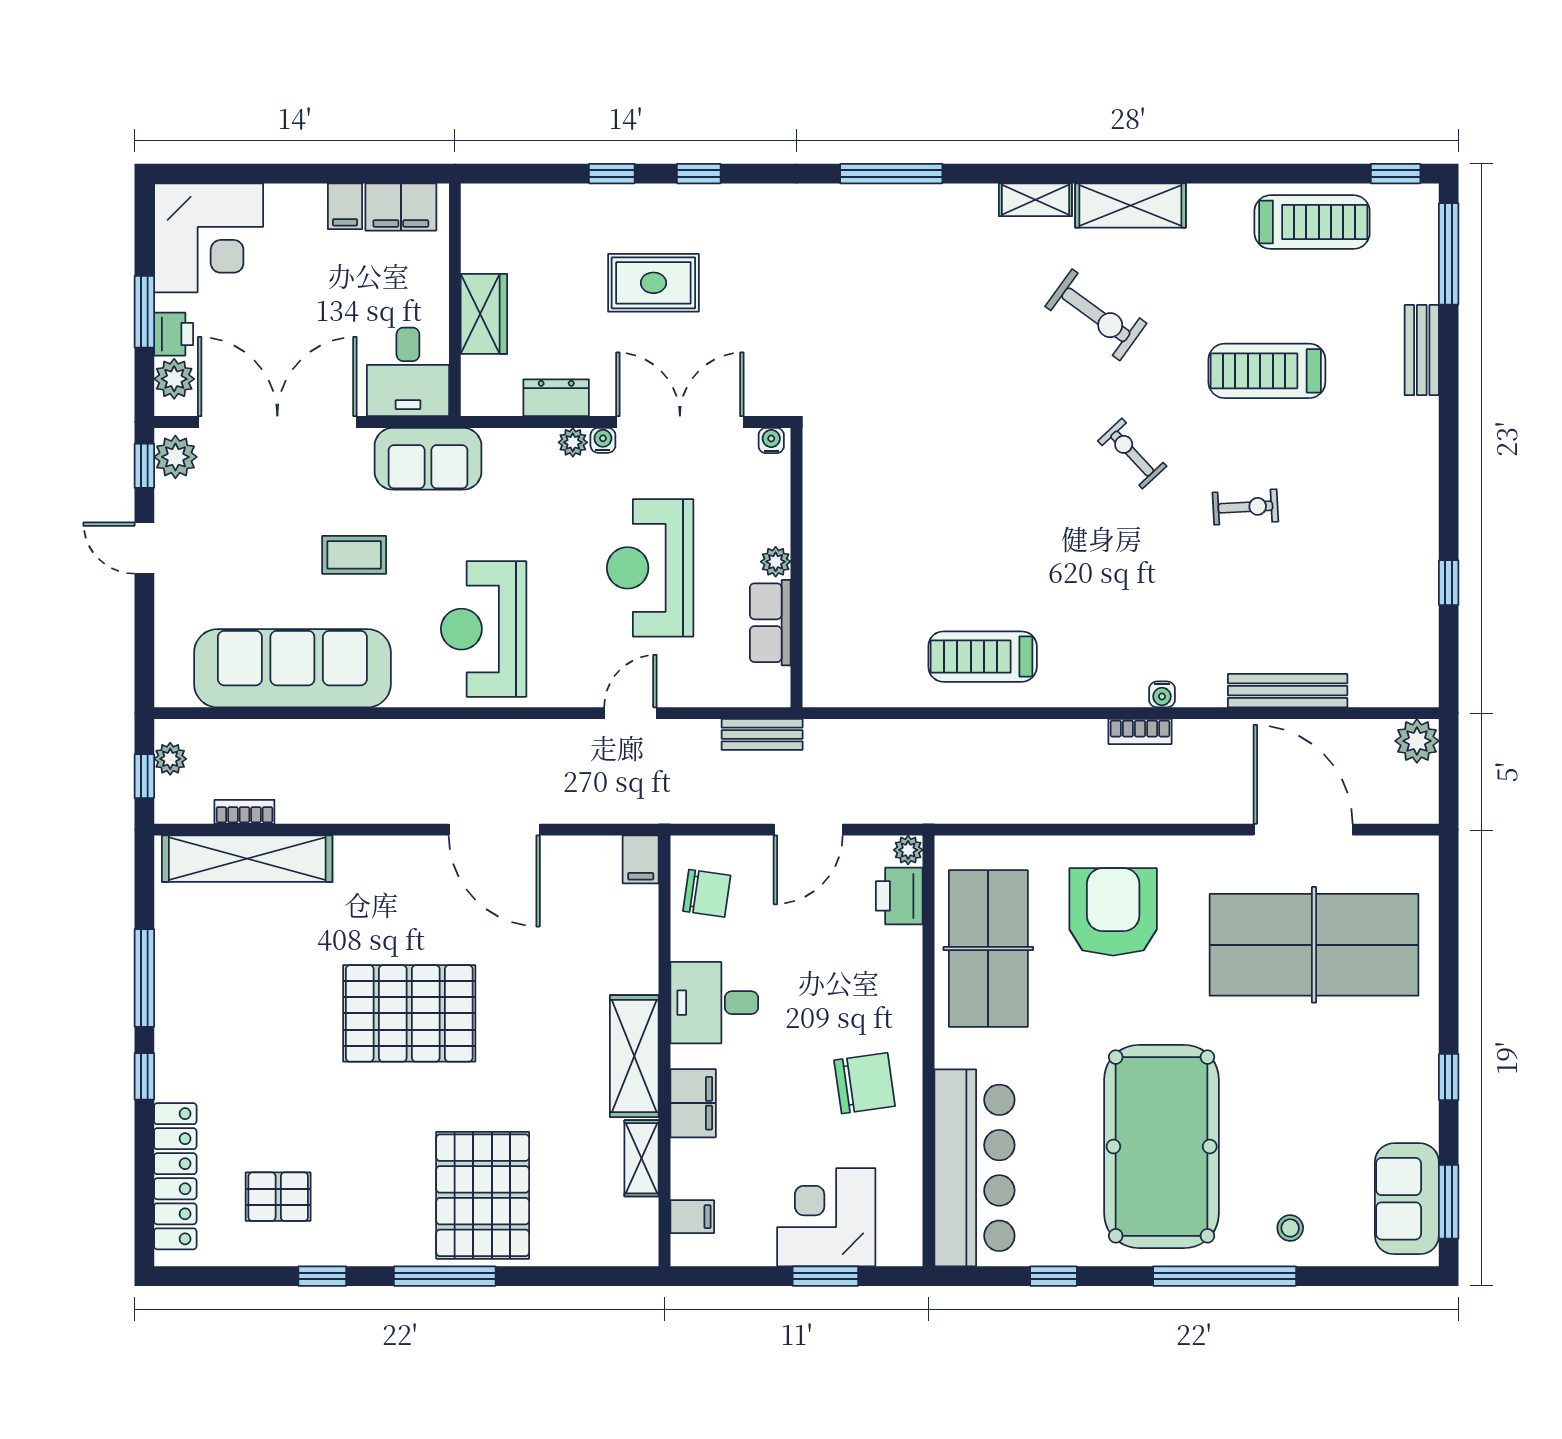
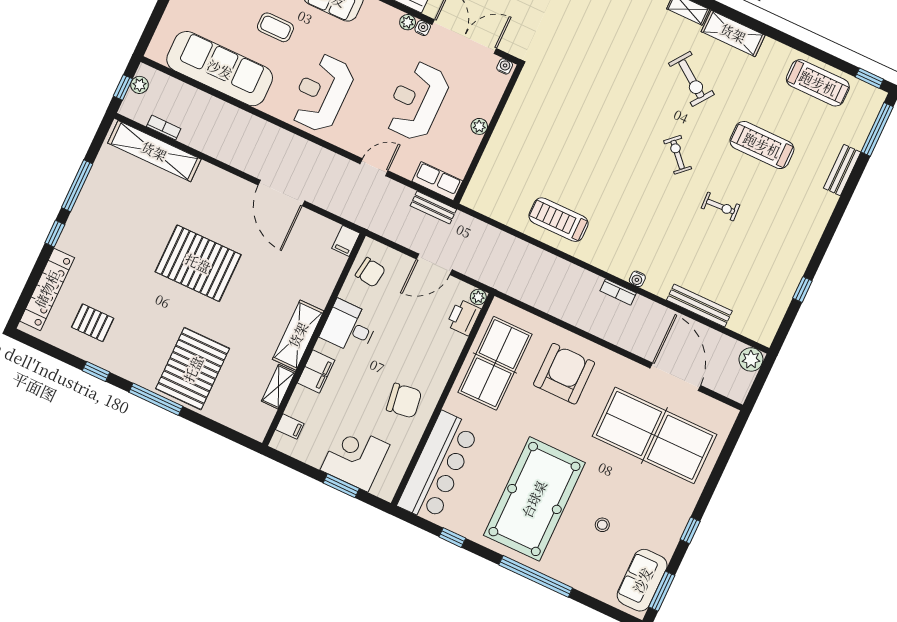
row of seats: (770, 623) -> (437, 181), moved, turned 90
stool: (1290, 1228) -> (602, 525), moved

